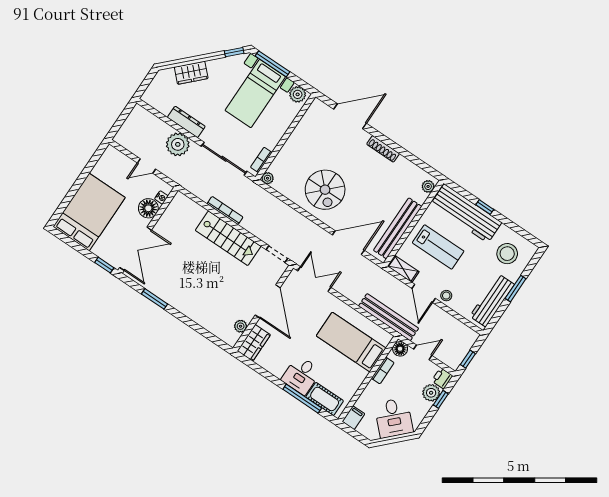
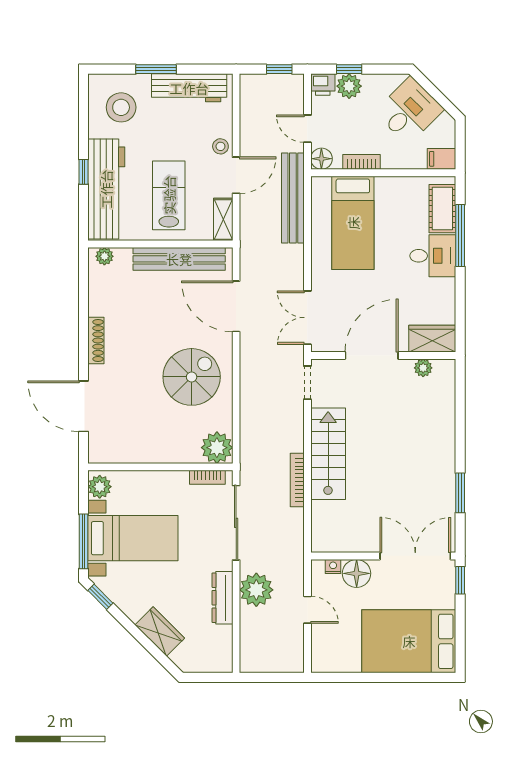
plant: (268, 178) -> (217, 448), width x1.88, depth x1.88

